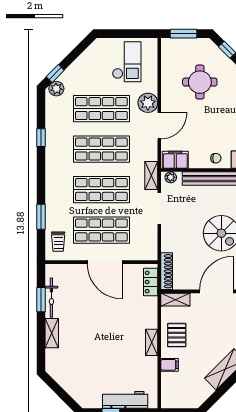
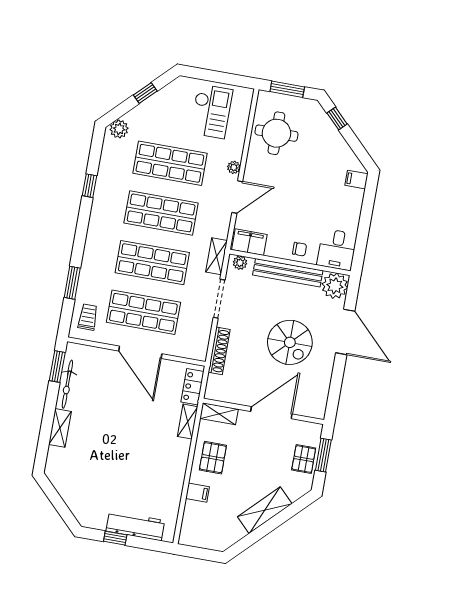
window: (55, 73) -> (145, 93), moved
round table: (200, 82) -> (276, 133), moved
plant: (148, 103) -> (234, 167), width x0.53, depth x0.53
trolley: (58, 242) -> (88, 317), turned 180
shoe rack: (167, 271) -> (219, 351), moved
window: (41, 300) -> (57, 367), moved
shelving: (152, 342) -> (188, 422), moved

